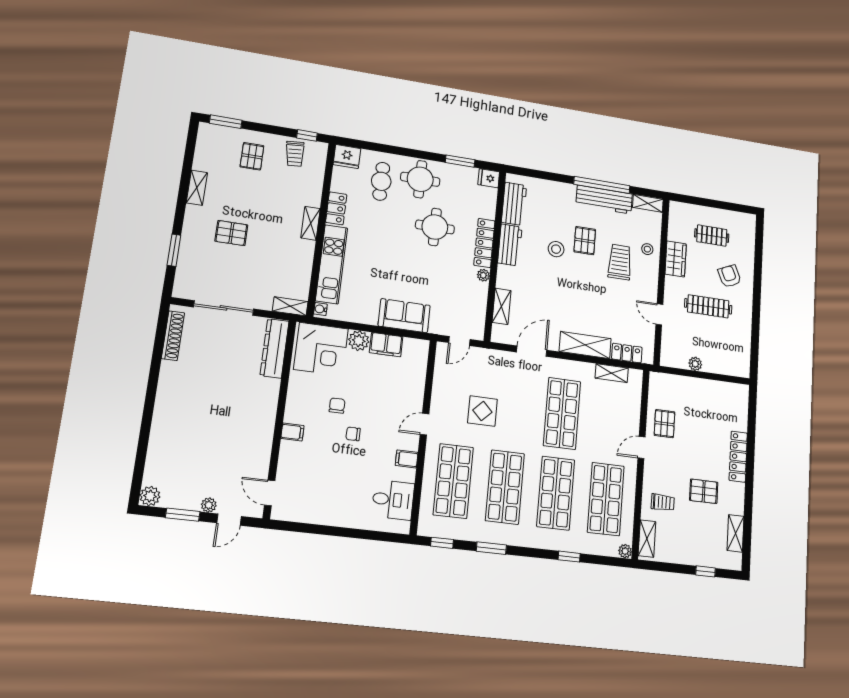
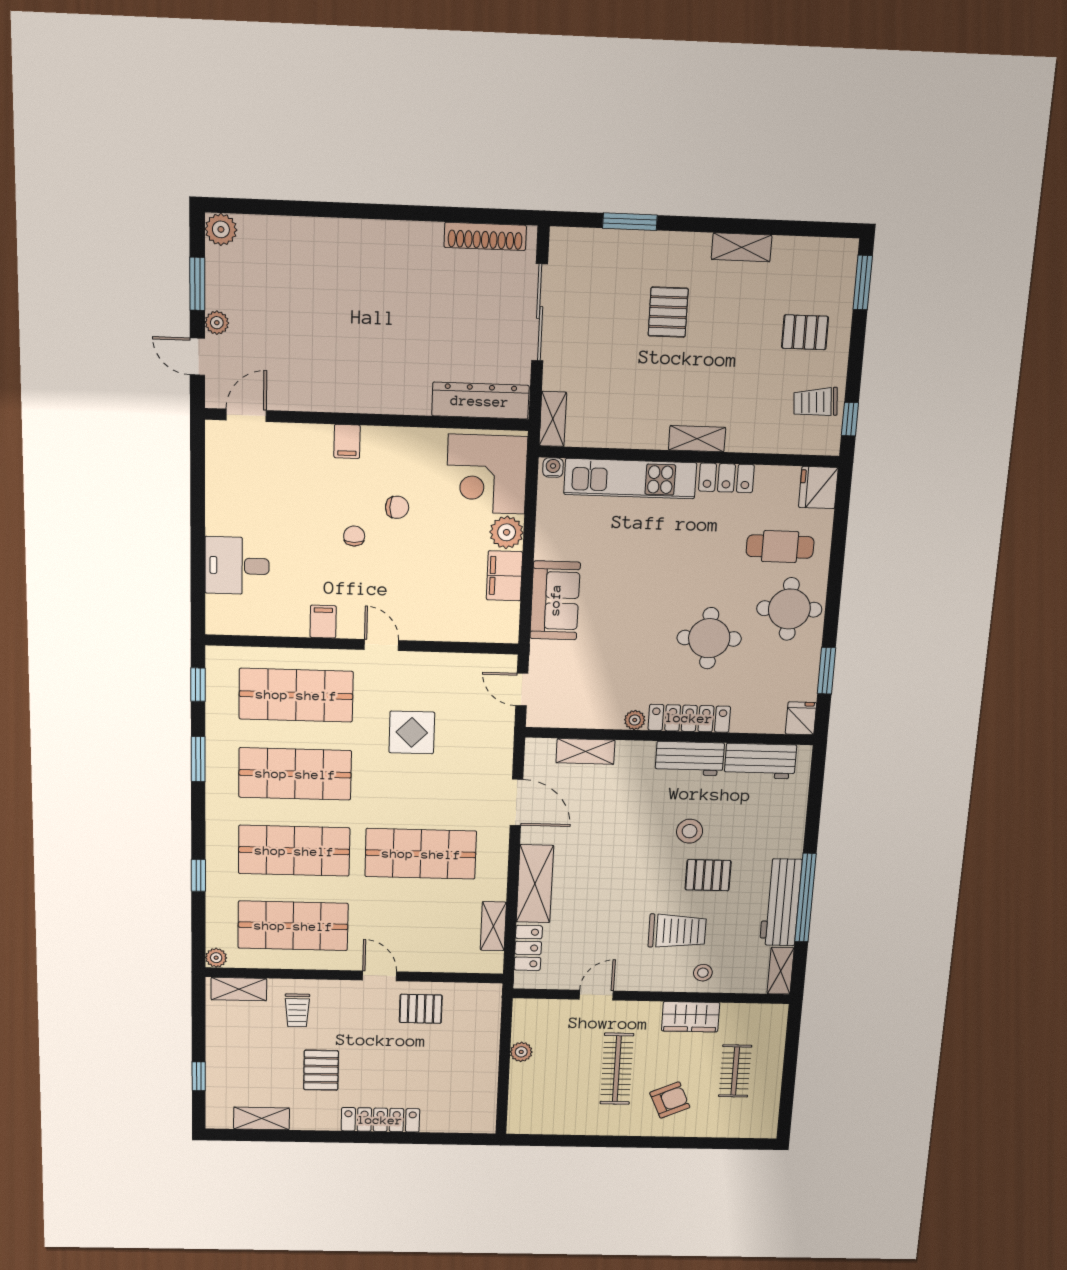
desk: (393, 500) -> (237, 566), moved, turned 90

